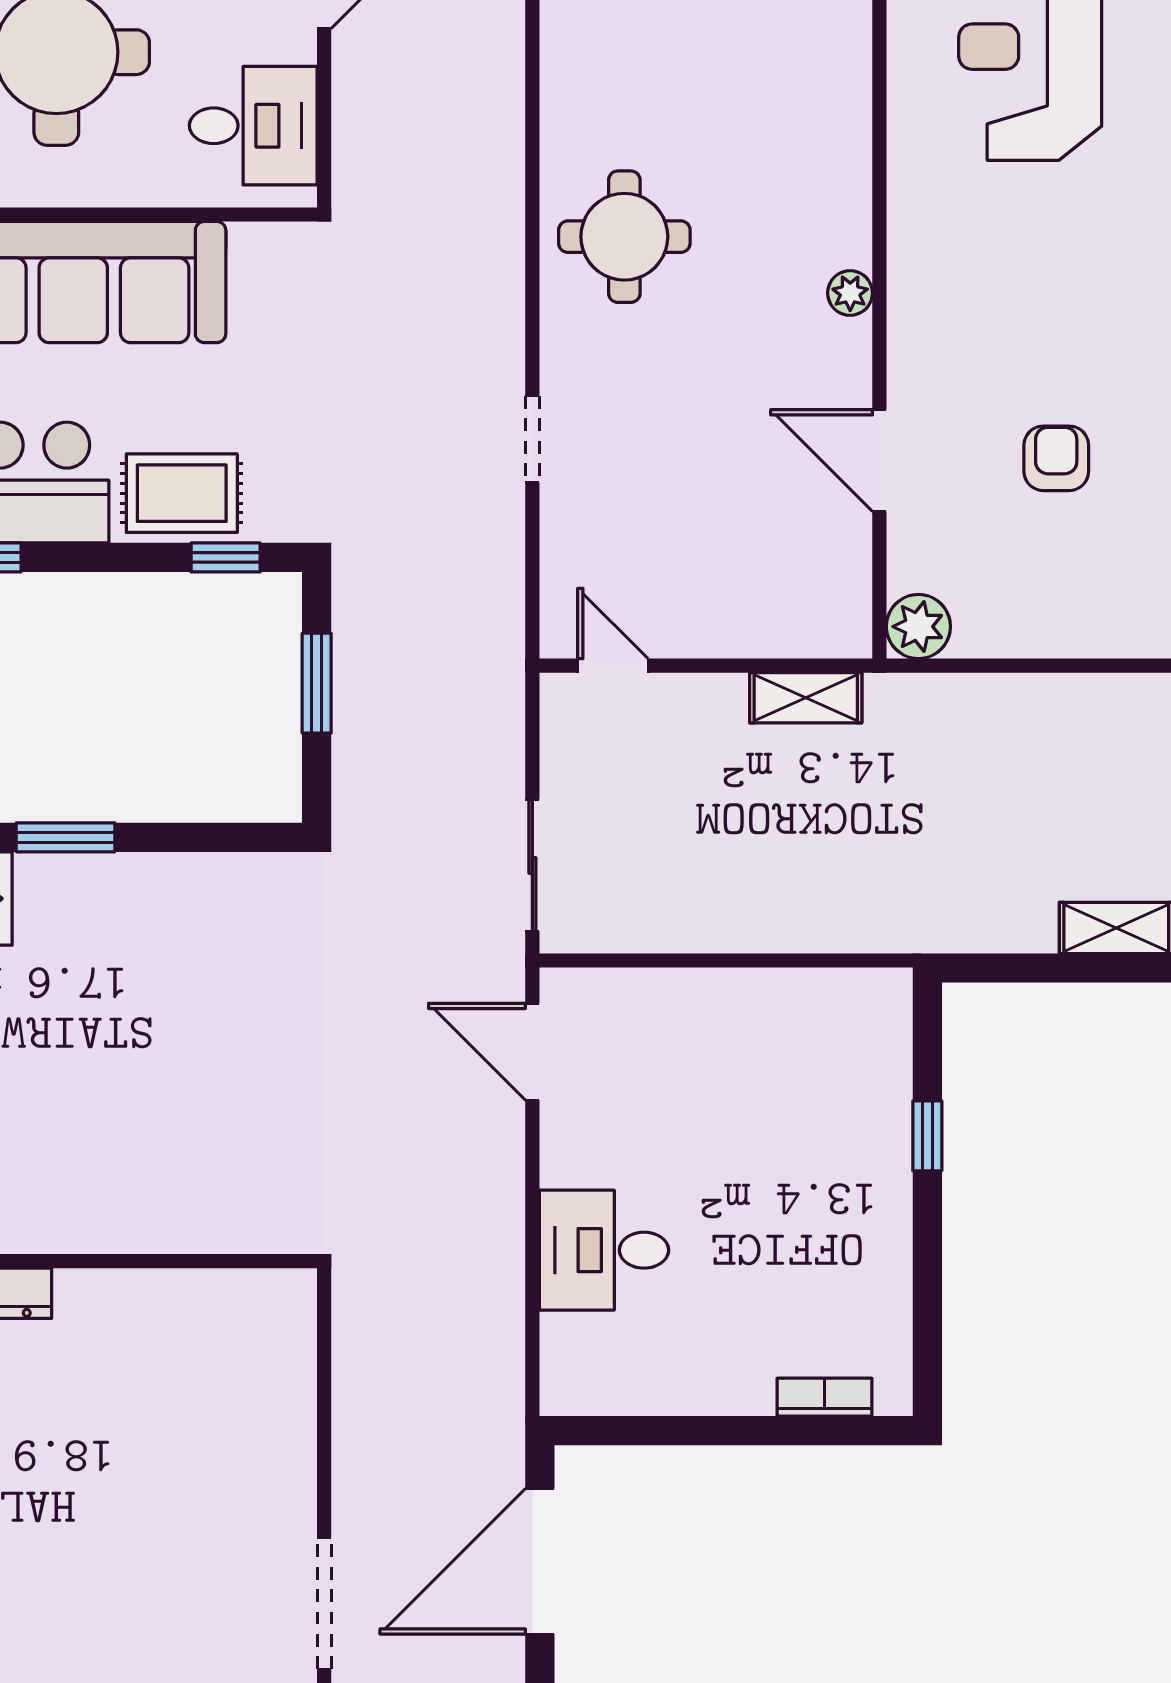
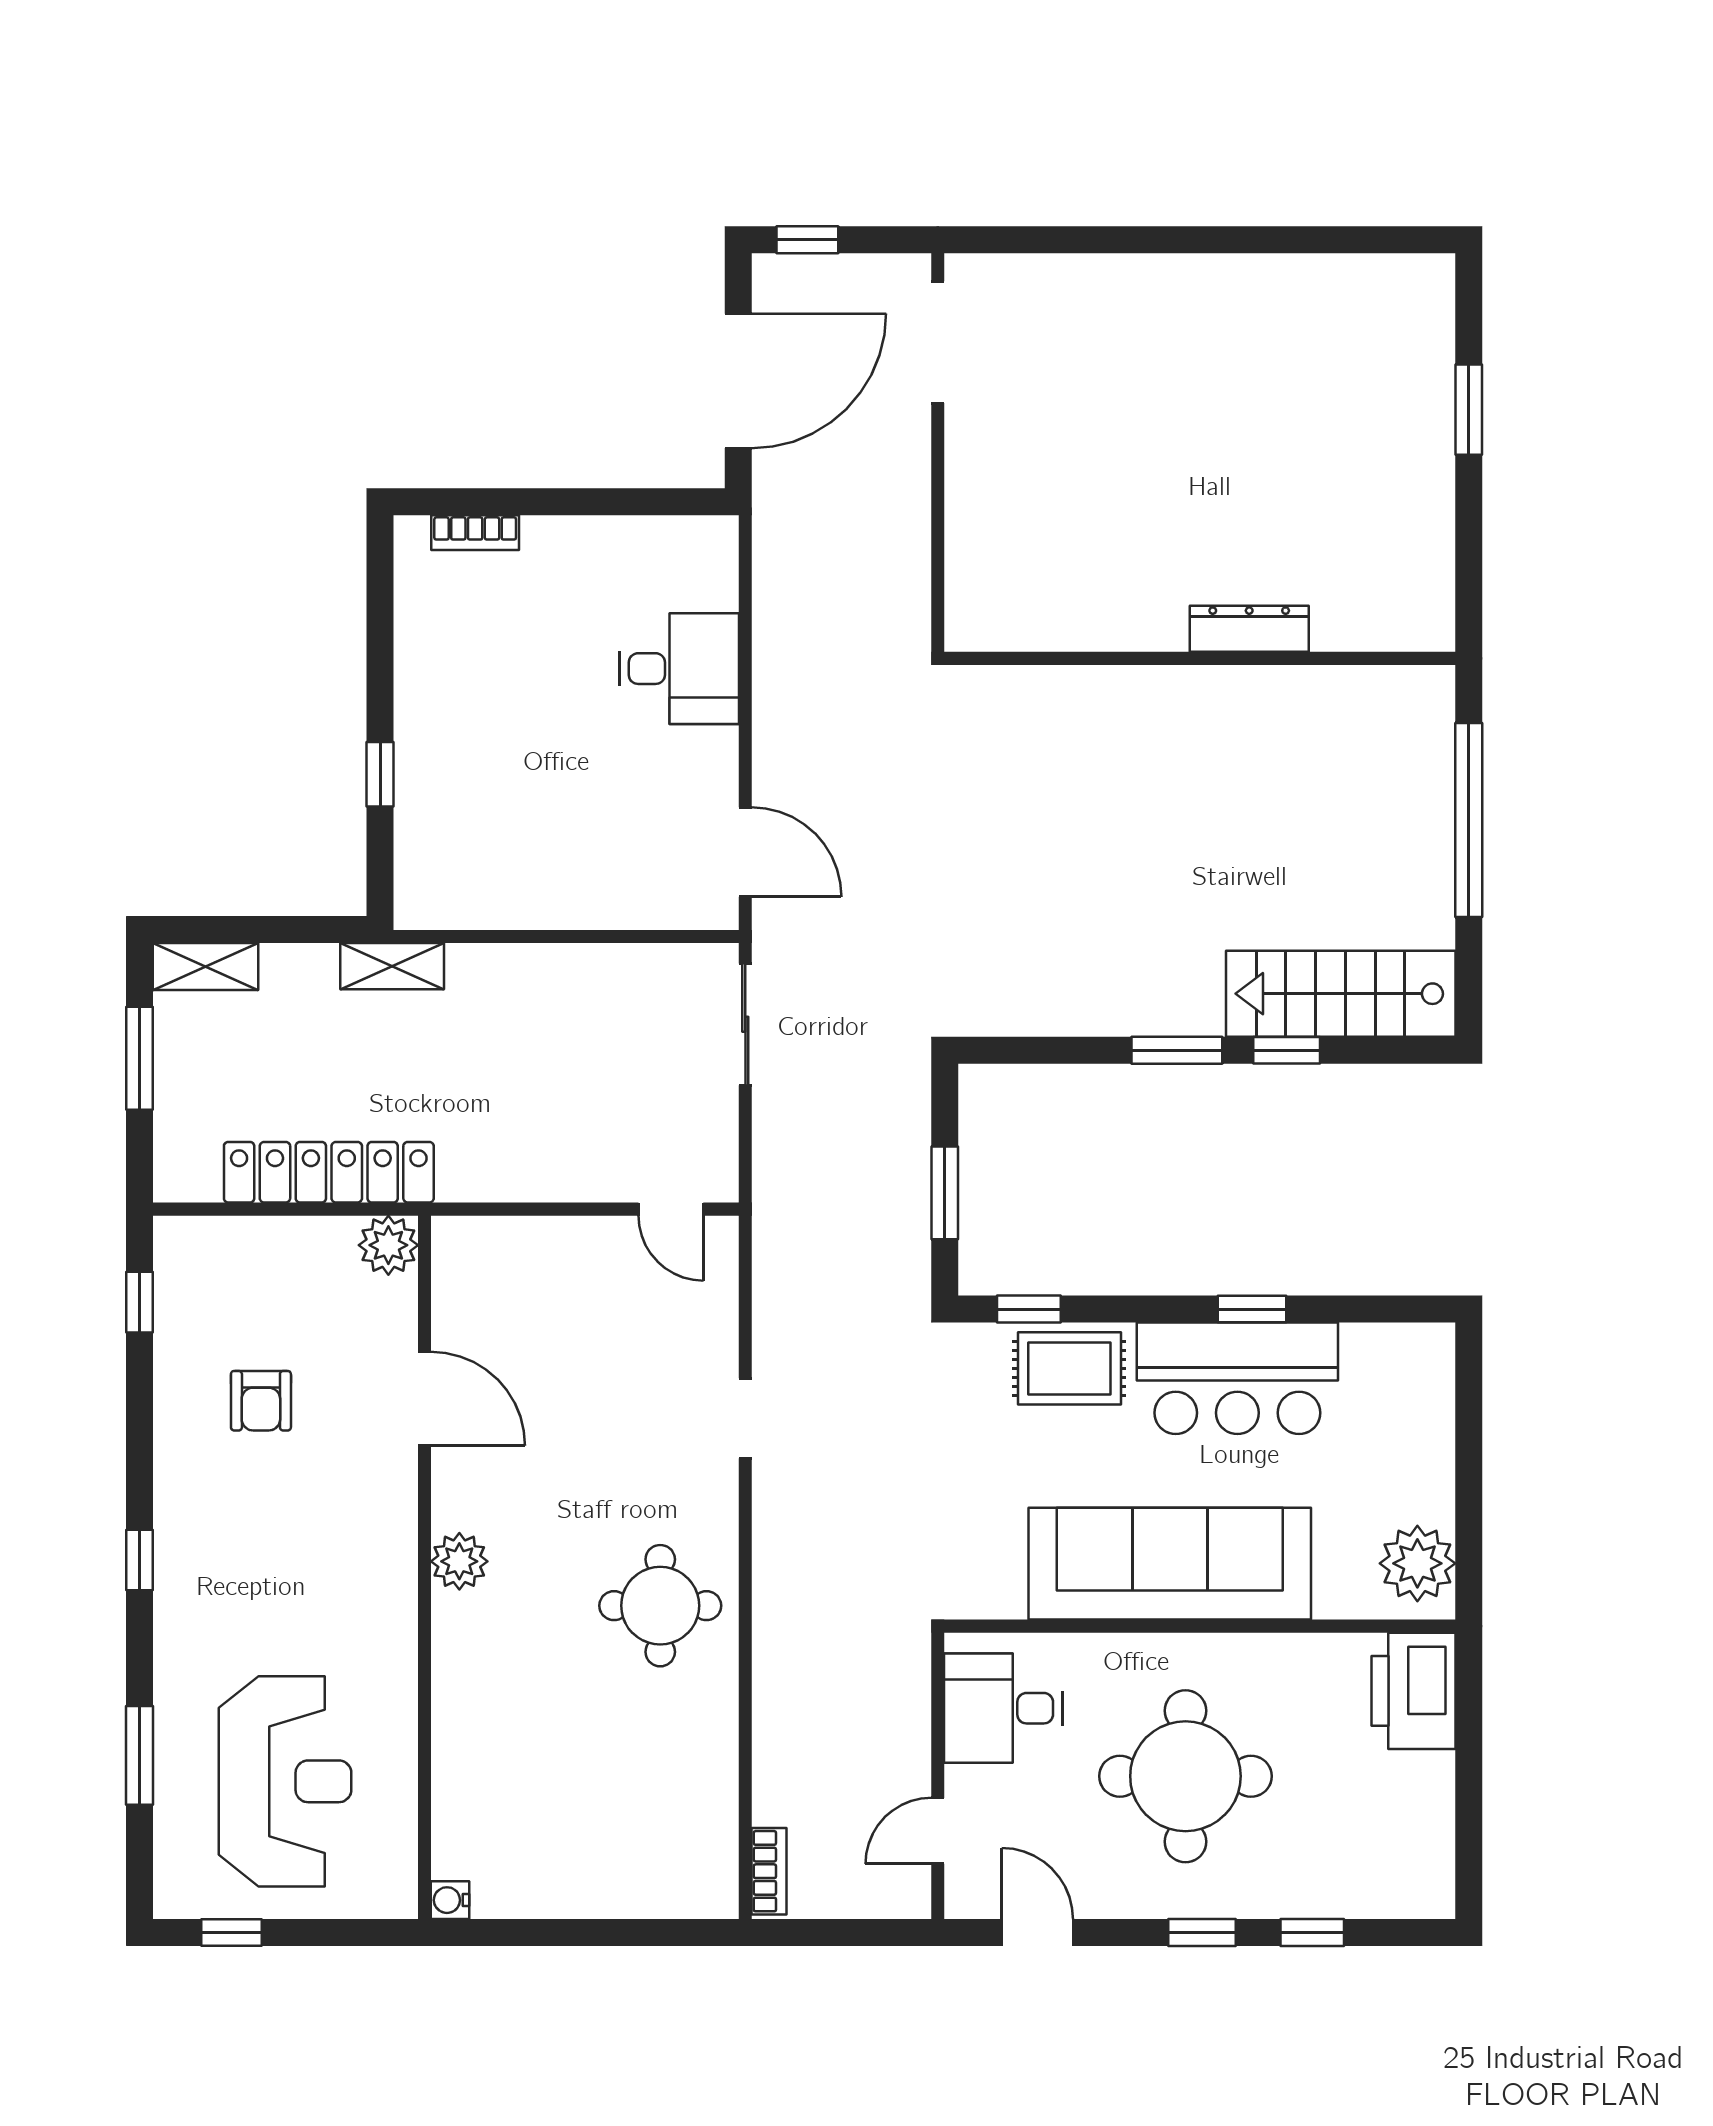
plant: (850, 293) -> (459, 1561), width x1.38, depth x1.38
shelving: (806, 698) -> (392, 966), moved
locker: (983, 705) -> (329, 1172), added

